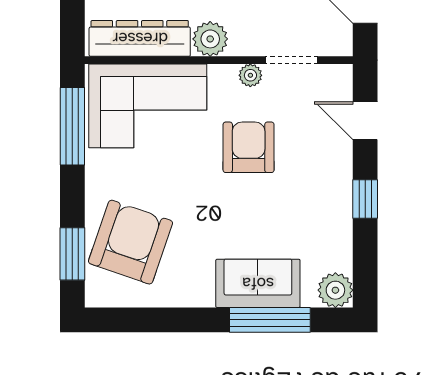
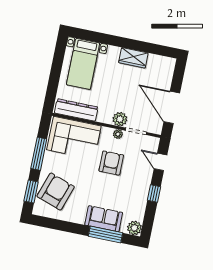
plant: (210, 39) -> (120, 119), moved
window: (72, 126) -> (39, 154), moved

